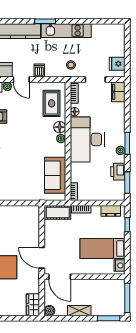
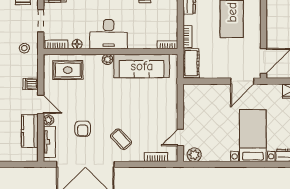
door: (21, 79) -> (41, 104), hinge flipped
floor lamp: (60, 127) -> (95, 61), removed
desk: (87, 139) -> (109, 34), width x0.73, depth x0.77
sofa: (55, 175) -> (142, 66), width x1.36

